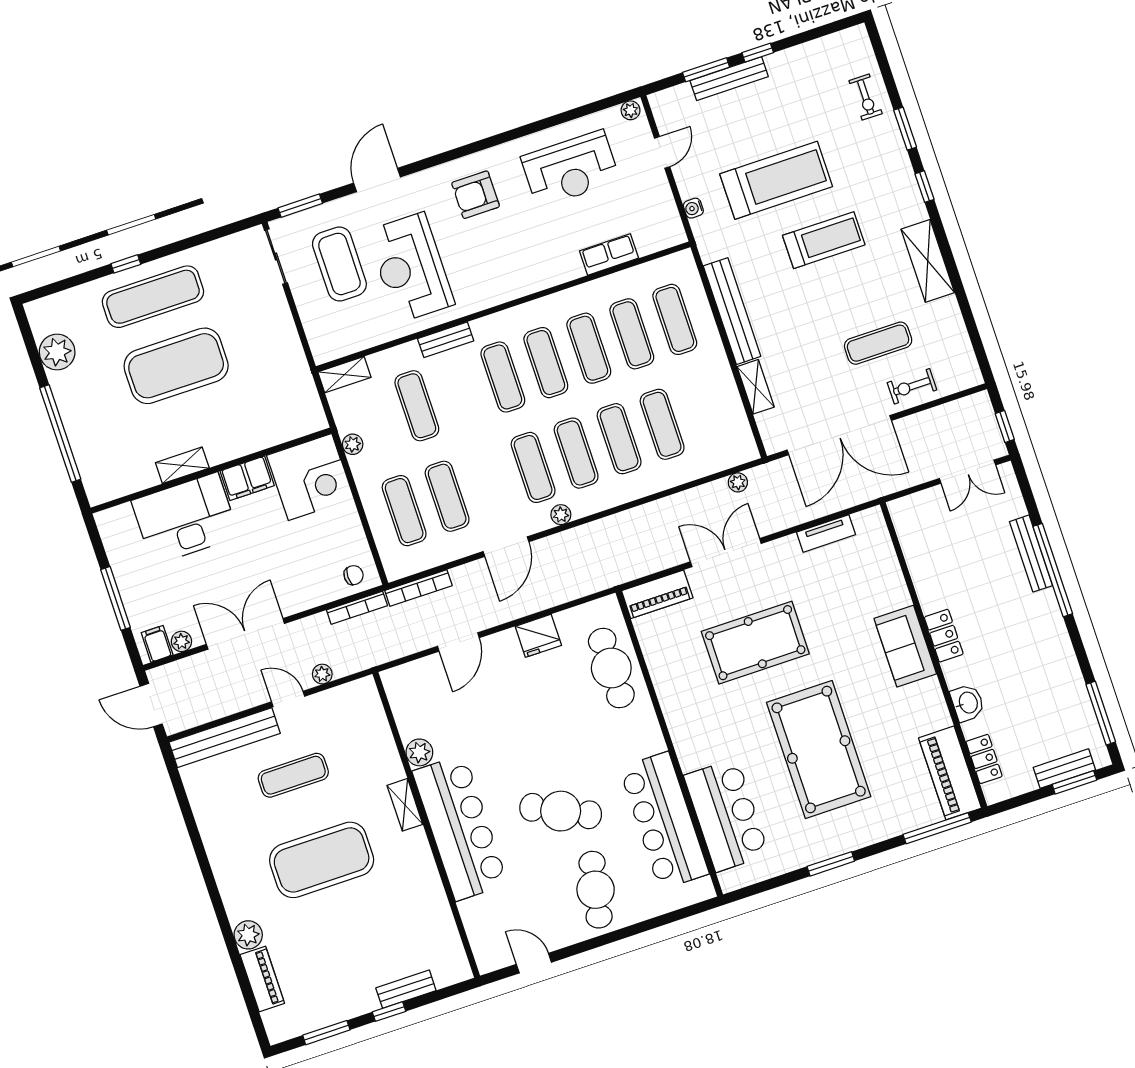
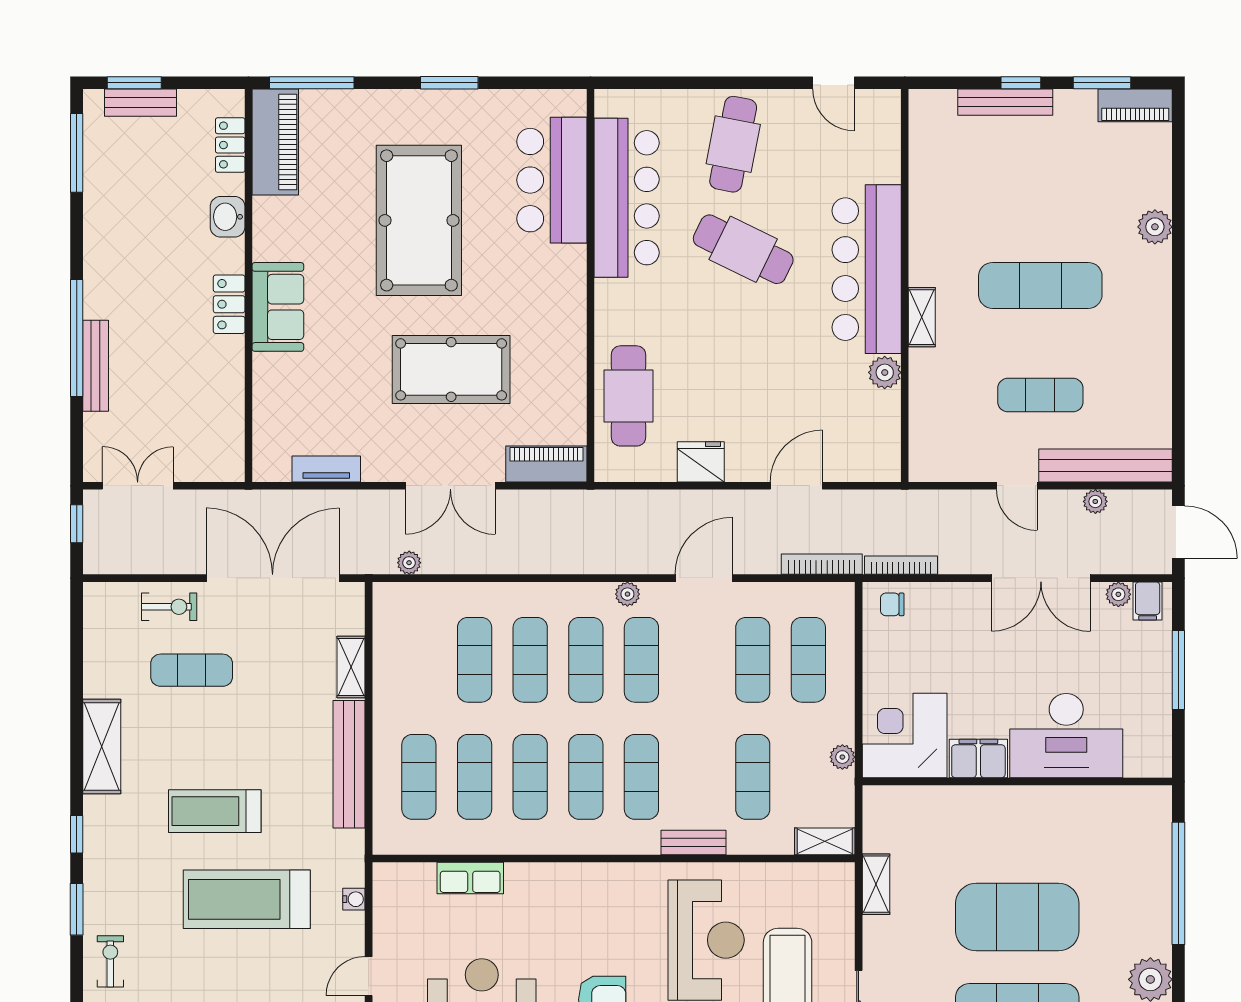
shelving: (182, 465) -> (876, 884), moved, turned 90
plant: (322, 674) -> (1095, 501), moved
exercise mat: (322, 860) -> (1040, 285), width x0.68
piano: (262, 979) -> (1135, 105), moved, turned -90
bench: (406, 989) -> (1005, 102), width x1.36

